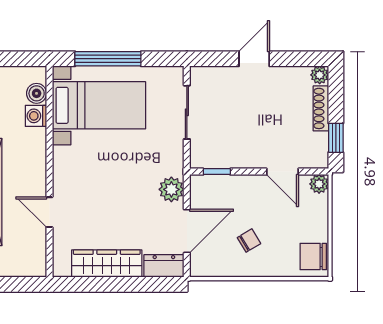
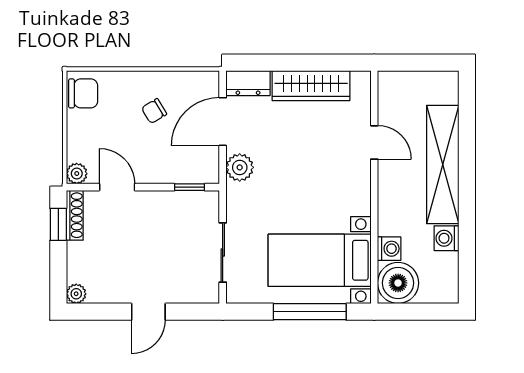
boiler: (37, 93) -> (398, 283), width x1.86, depth x1.86
shoe rack: (321, 108) -> (75, 215), moved

